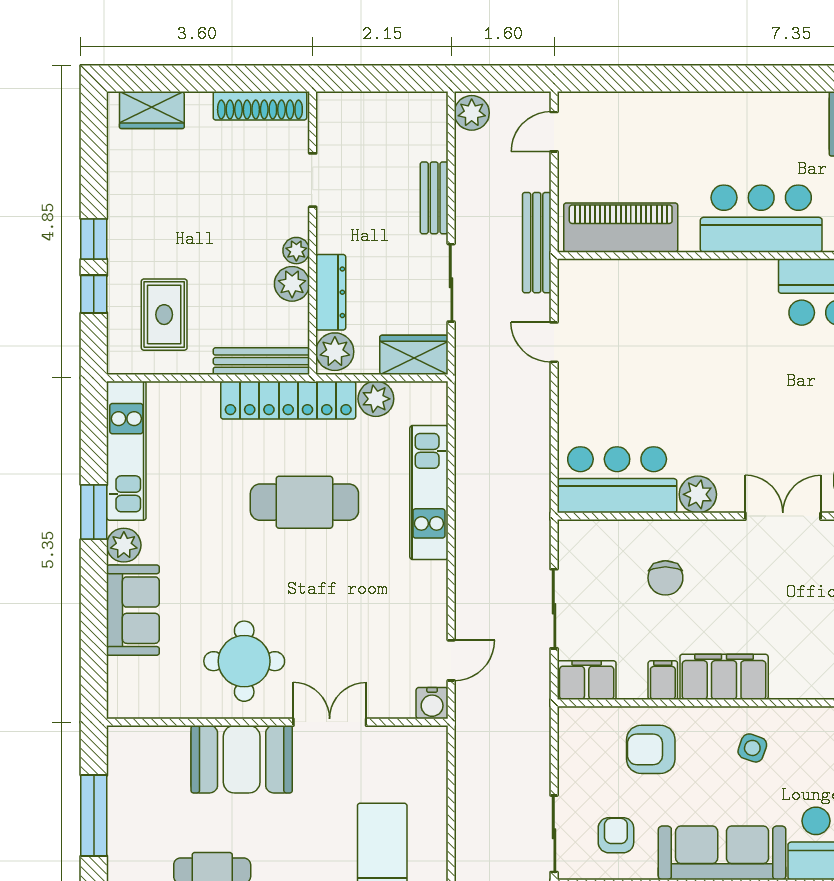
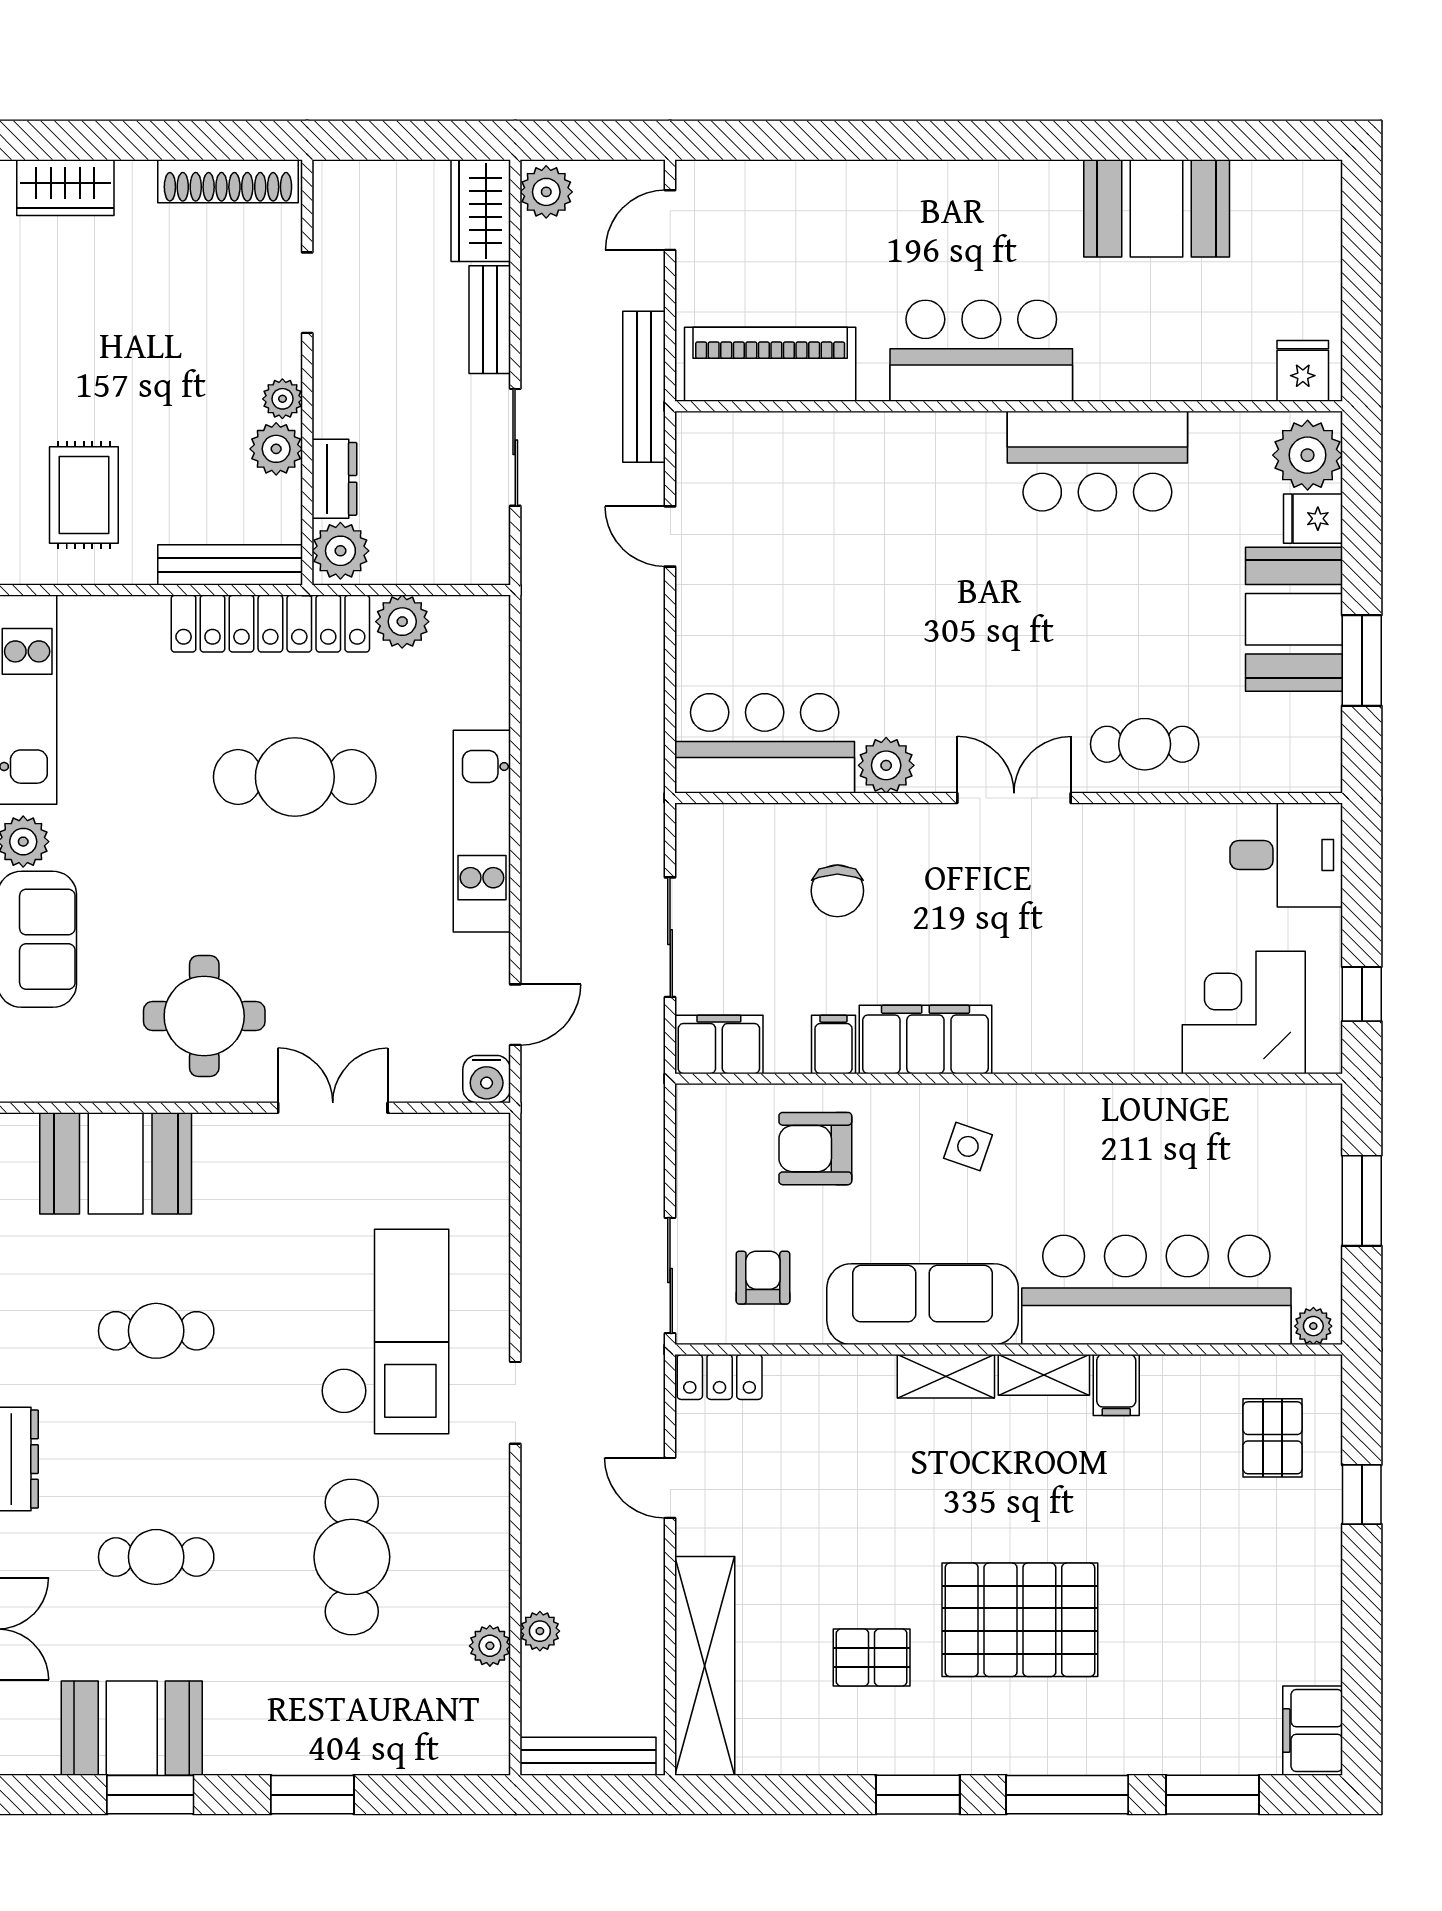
dresser: (331, 292) -> (334, 479), width x0.70
wardrobe: (414, 355) -> (481, 211), moved, turned -90
kitchen unit: (429, 493) -> (482, 831), moved
booth: (242, 759) -> (116, 1163), moved

